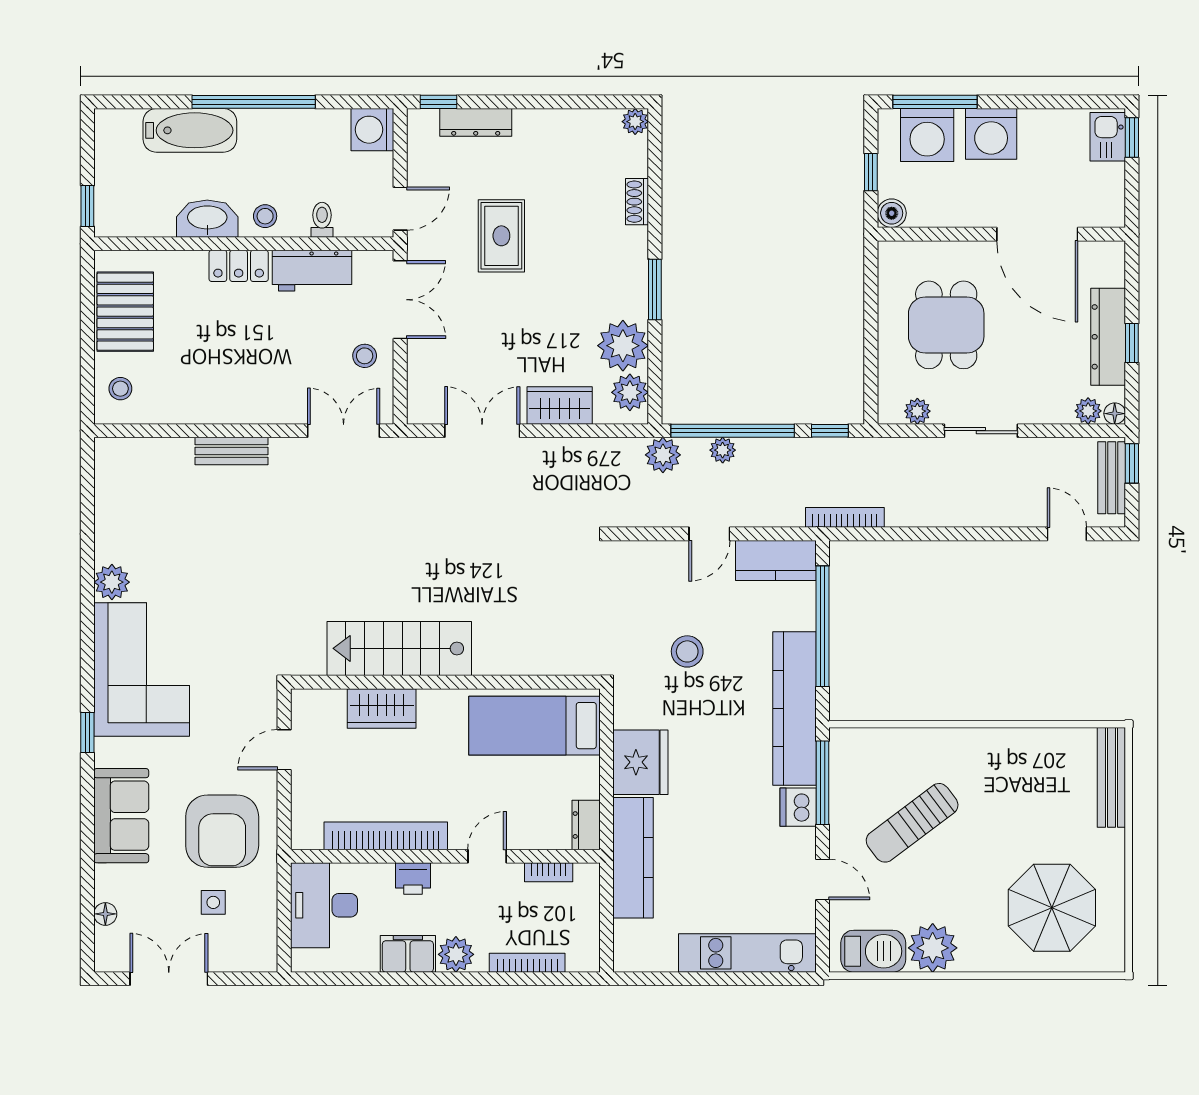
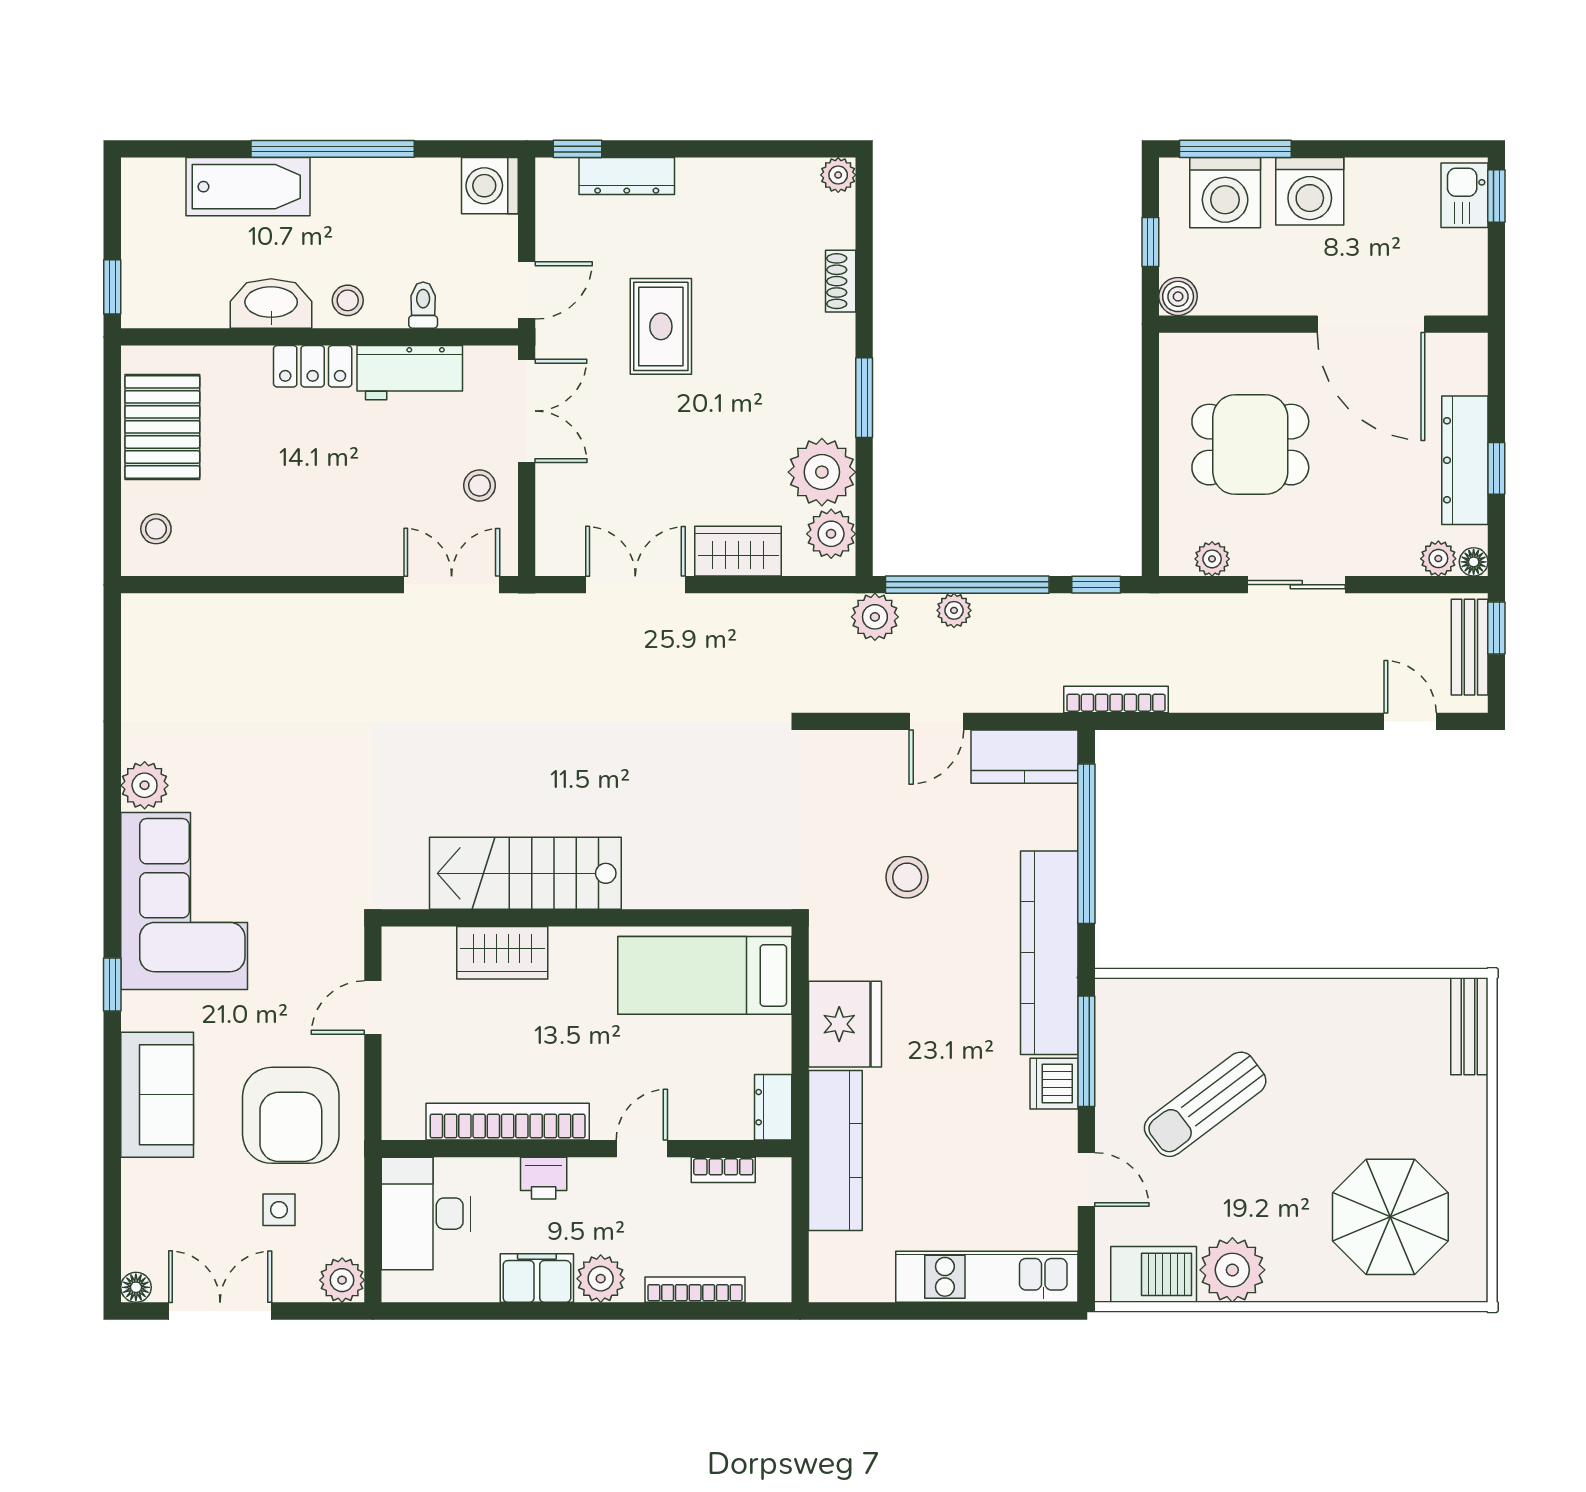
dining table: (946, 325) -> (1250, 445), turned 90
bench: (231, 451) -> (303, 612), removed
bench: (1111, 777) -> (1469, 1026), width x0.73
floor lamp: (105, 914) -> (136, 1287), moved
plant: (261, 955) -> (342, 1280), added

